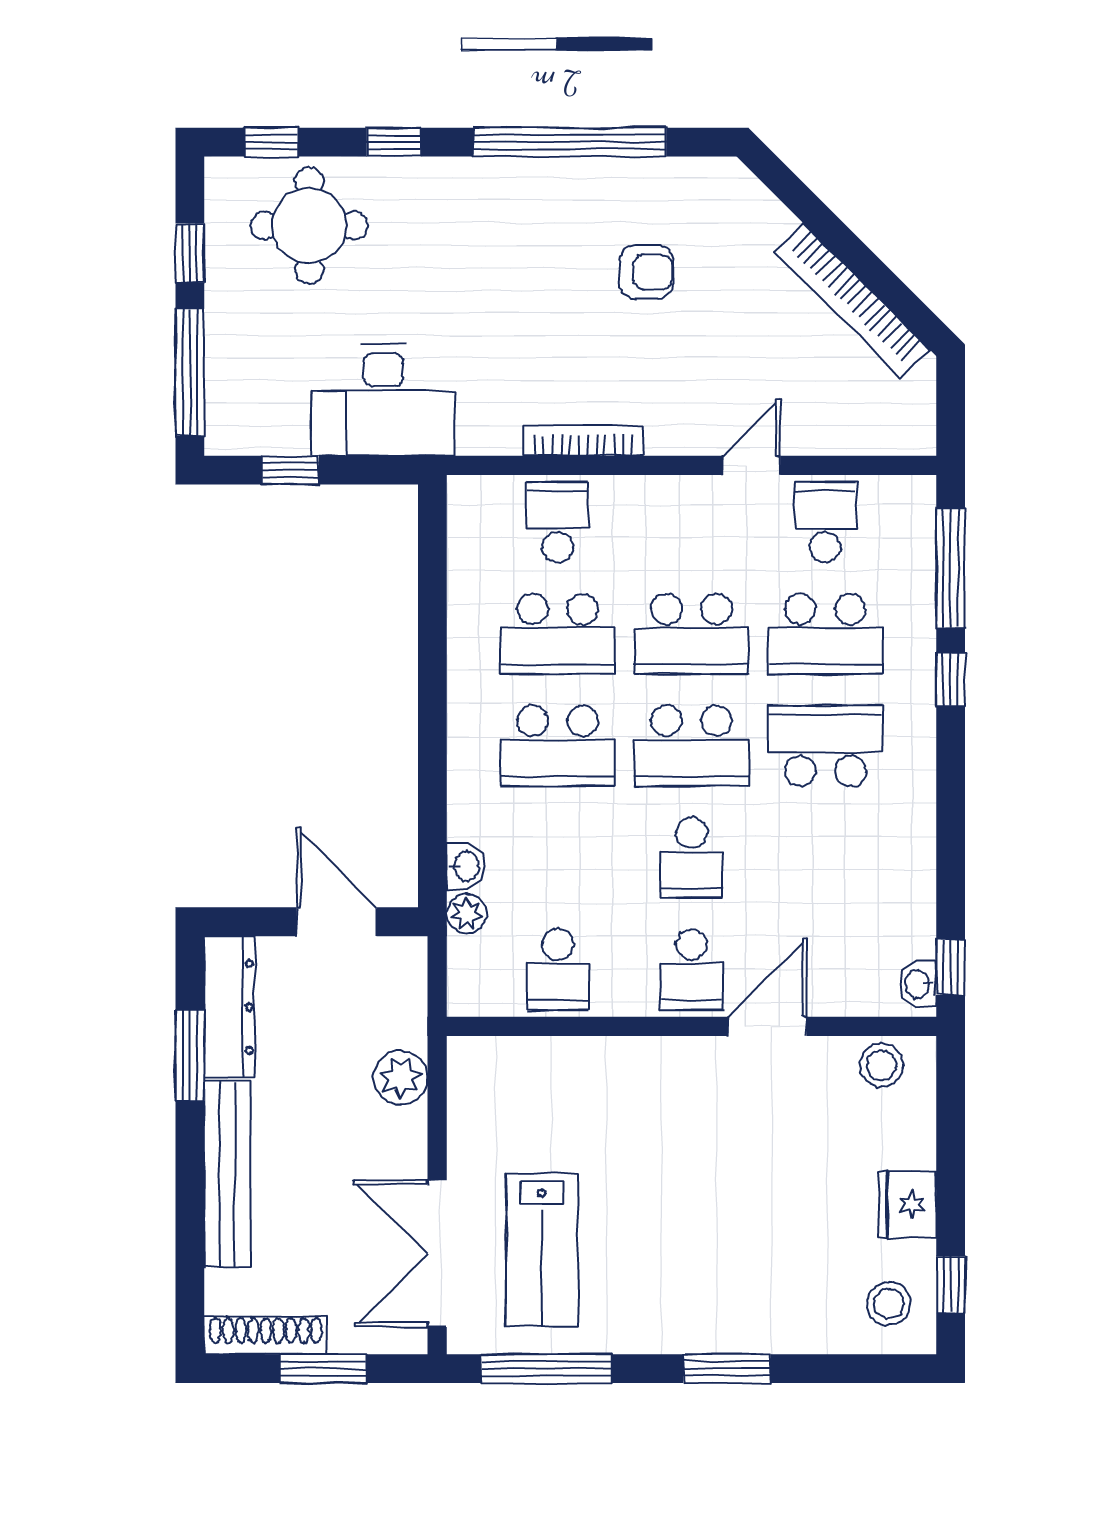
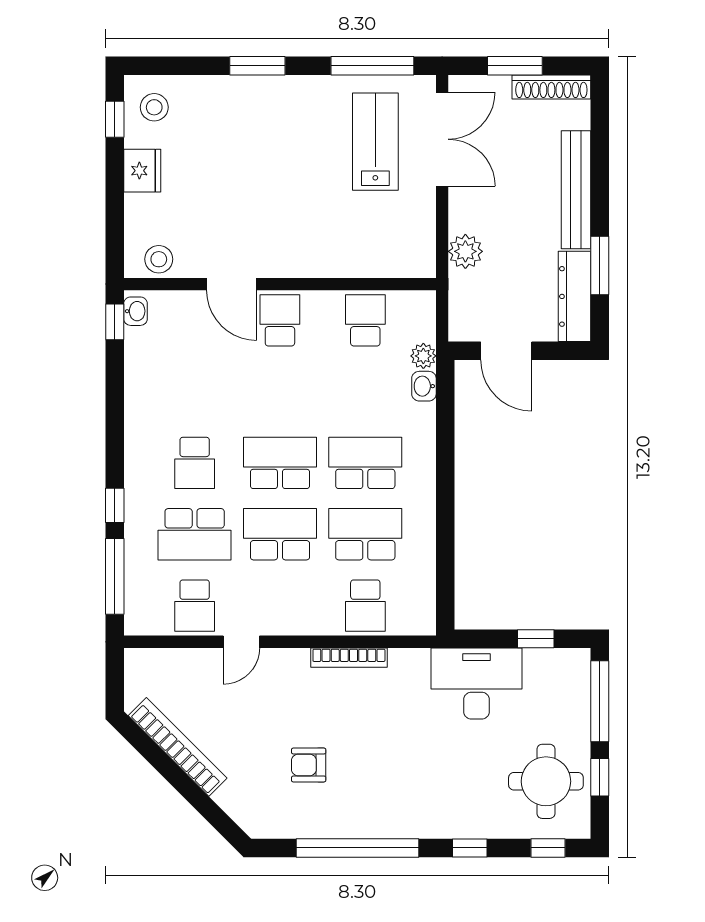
round table: (309, 226) -> (546, 781), moved
school desk: (825, 634) -> (195, 534), turned 180
school desk: (825, 746) -> (195, 463), width x0.54
school desk: (691, 858) -> (280, 392), removed
door: (767, 1026) -> (232, 284), hinge flipped

